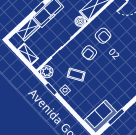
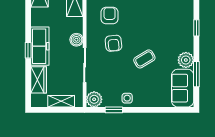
boiler: (80, 21) -> (76, 40), moved
armchair: (103, 36) -> (110, 16), turned -90
coffee table: (76, 75) -> (144, 59), moved
plant: (118, 103) -> (186, 60), added

